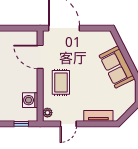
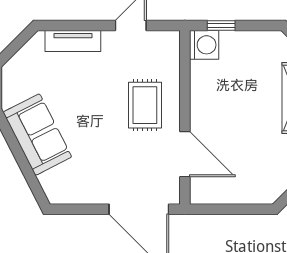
washing machine: (30, 100) -> (204, 45), moved
plant: (47, 113) -> (171, 47), removed

